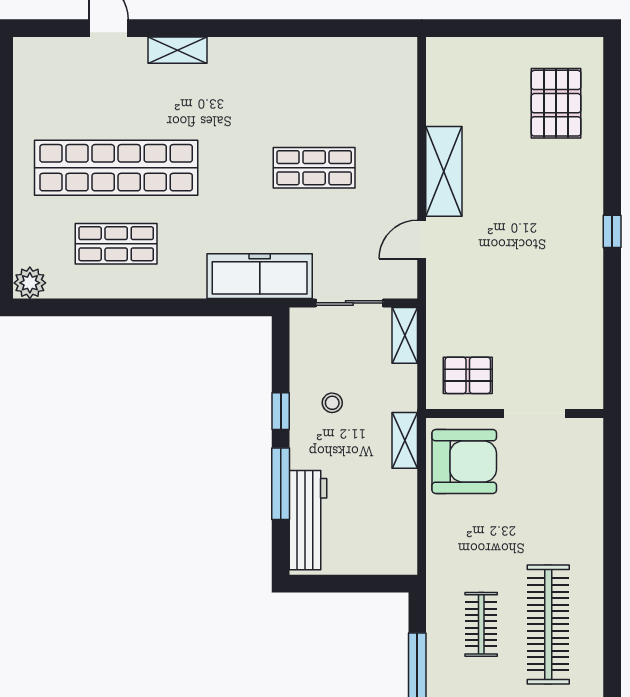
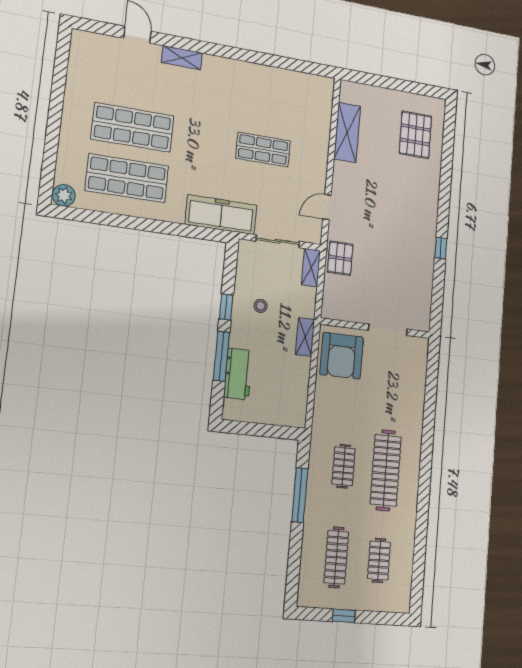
shop shelf: (116, 168) -> (133, 127), width x0.71
shelving: (444, 171) -> (347, 132), moved
window: (612, 231) -> (441, 248), moved
shop shelf: (116, 244) -> (127, 178), width x1.43, depth x1.36
pallet: (468, 375) -> (340, 258), moved, turned 90
armchair: (464, 461) -> (342, 356), turned 90
workbench: (308, 520) -> (238, 374), width x0.73

